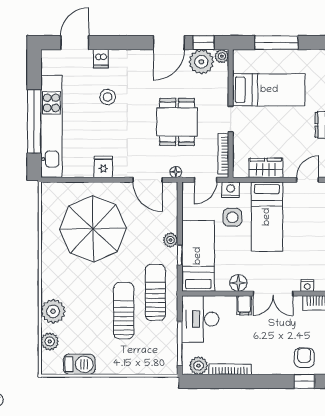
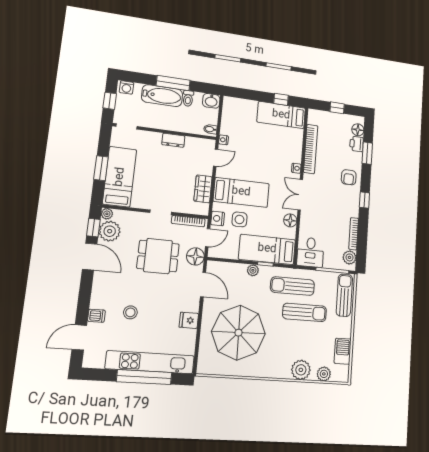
door: (75, 43) -> (79, 337), hinge flipped
window: (276, 43) -> (101, 168), width x0.69
bed: (269, 90) -> (120, 177), moved
floor lamp: (176, 172) -> (195, 256), width x1.89, depth x1.89
door: (148, 180) -> (203, 285), hinge flipped
door: (205, 180) -> (208, 238), hinge flipped
door: (308, 180) -> (216, 158), swing flipped
double door: (273, 293) -> (300, 195), swing flipped
filing cabinet: (244, 305) -> (307, 218), removed
sun lounger: (124, 311) -> (305, 312), turned 180
desk: (200, 319) -> (310, 252), width x0.73
armchair: (304, 358) -> (349, 177), turned -90
sun lounger: (149, 362) -> (344, 295), added
window: (304, 381) -> (364, 200), moved

